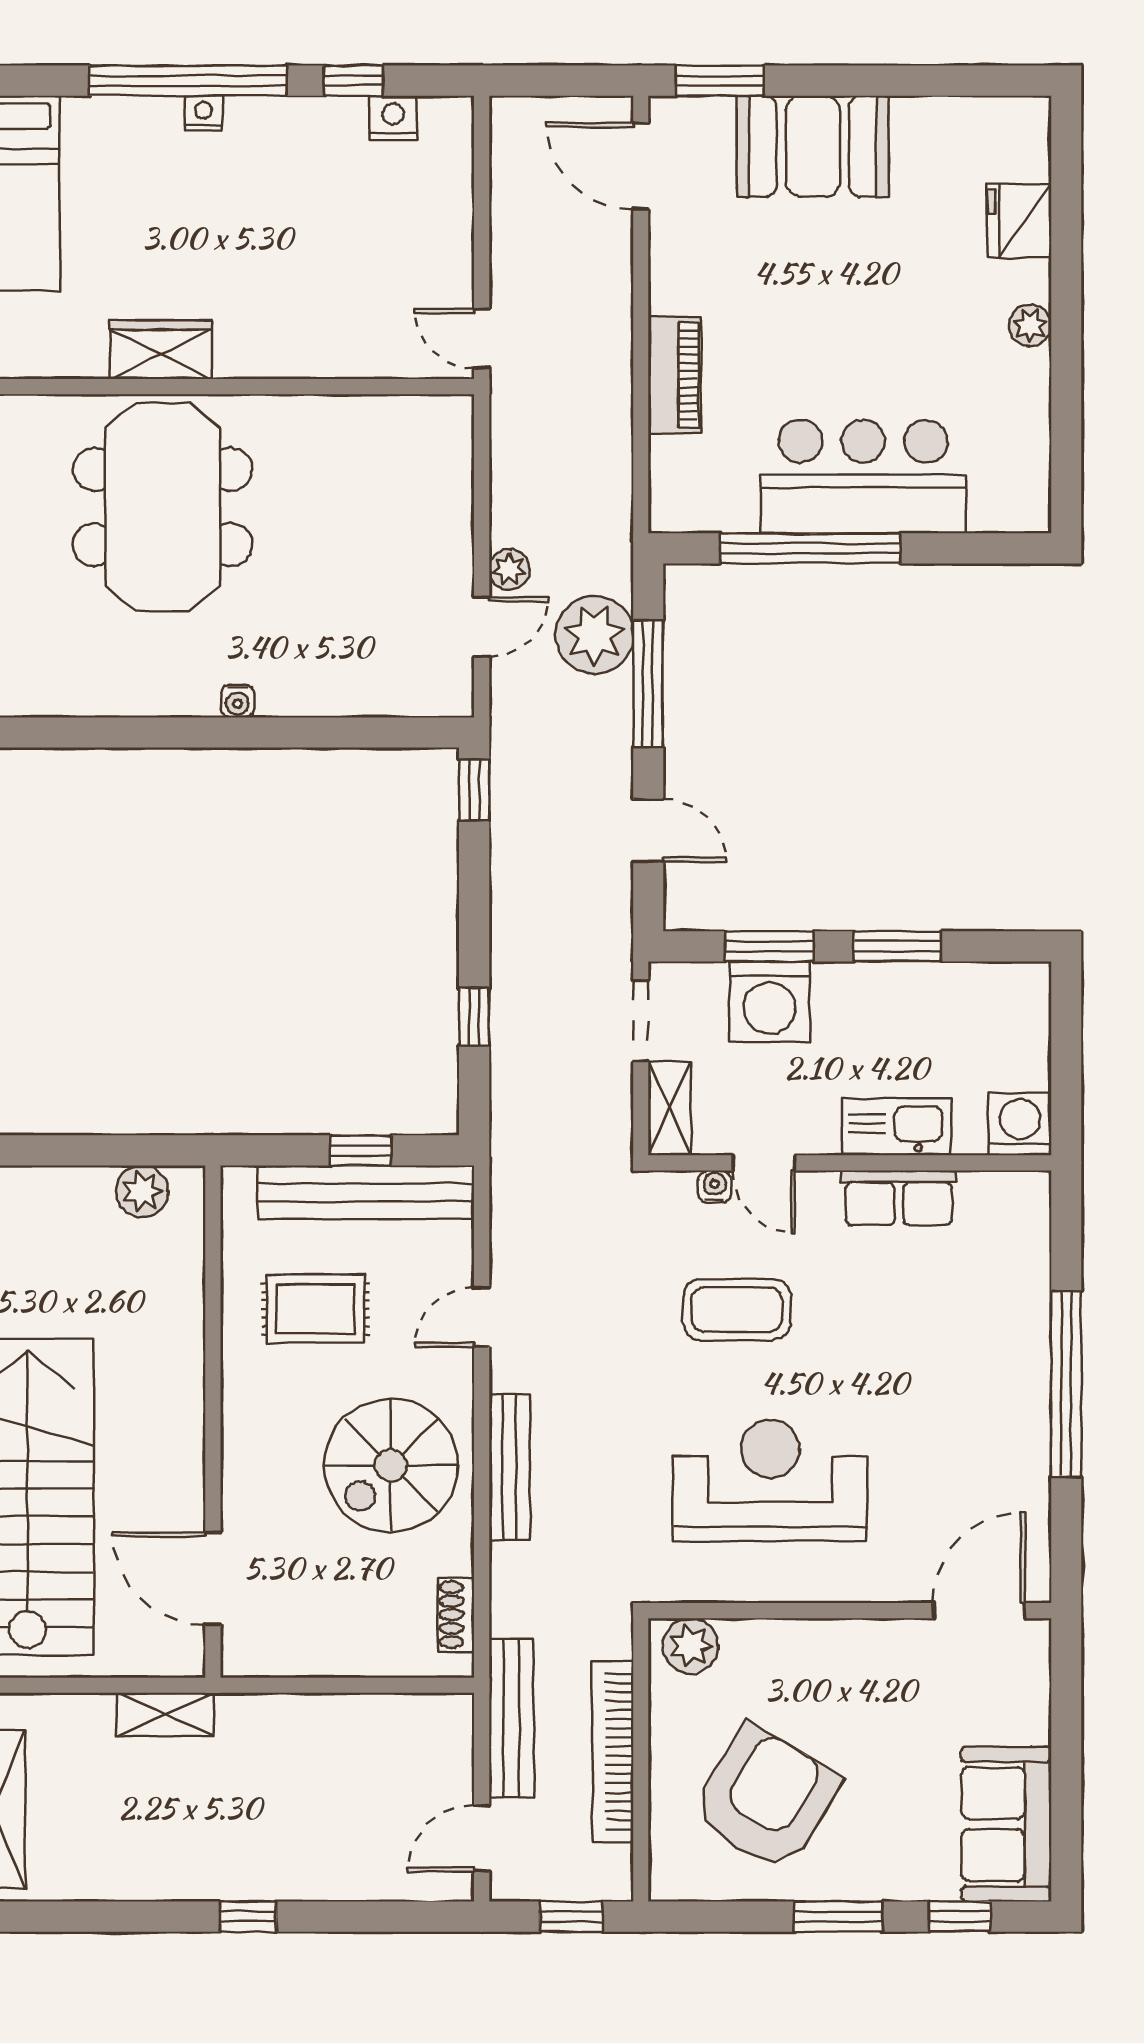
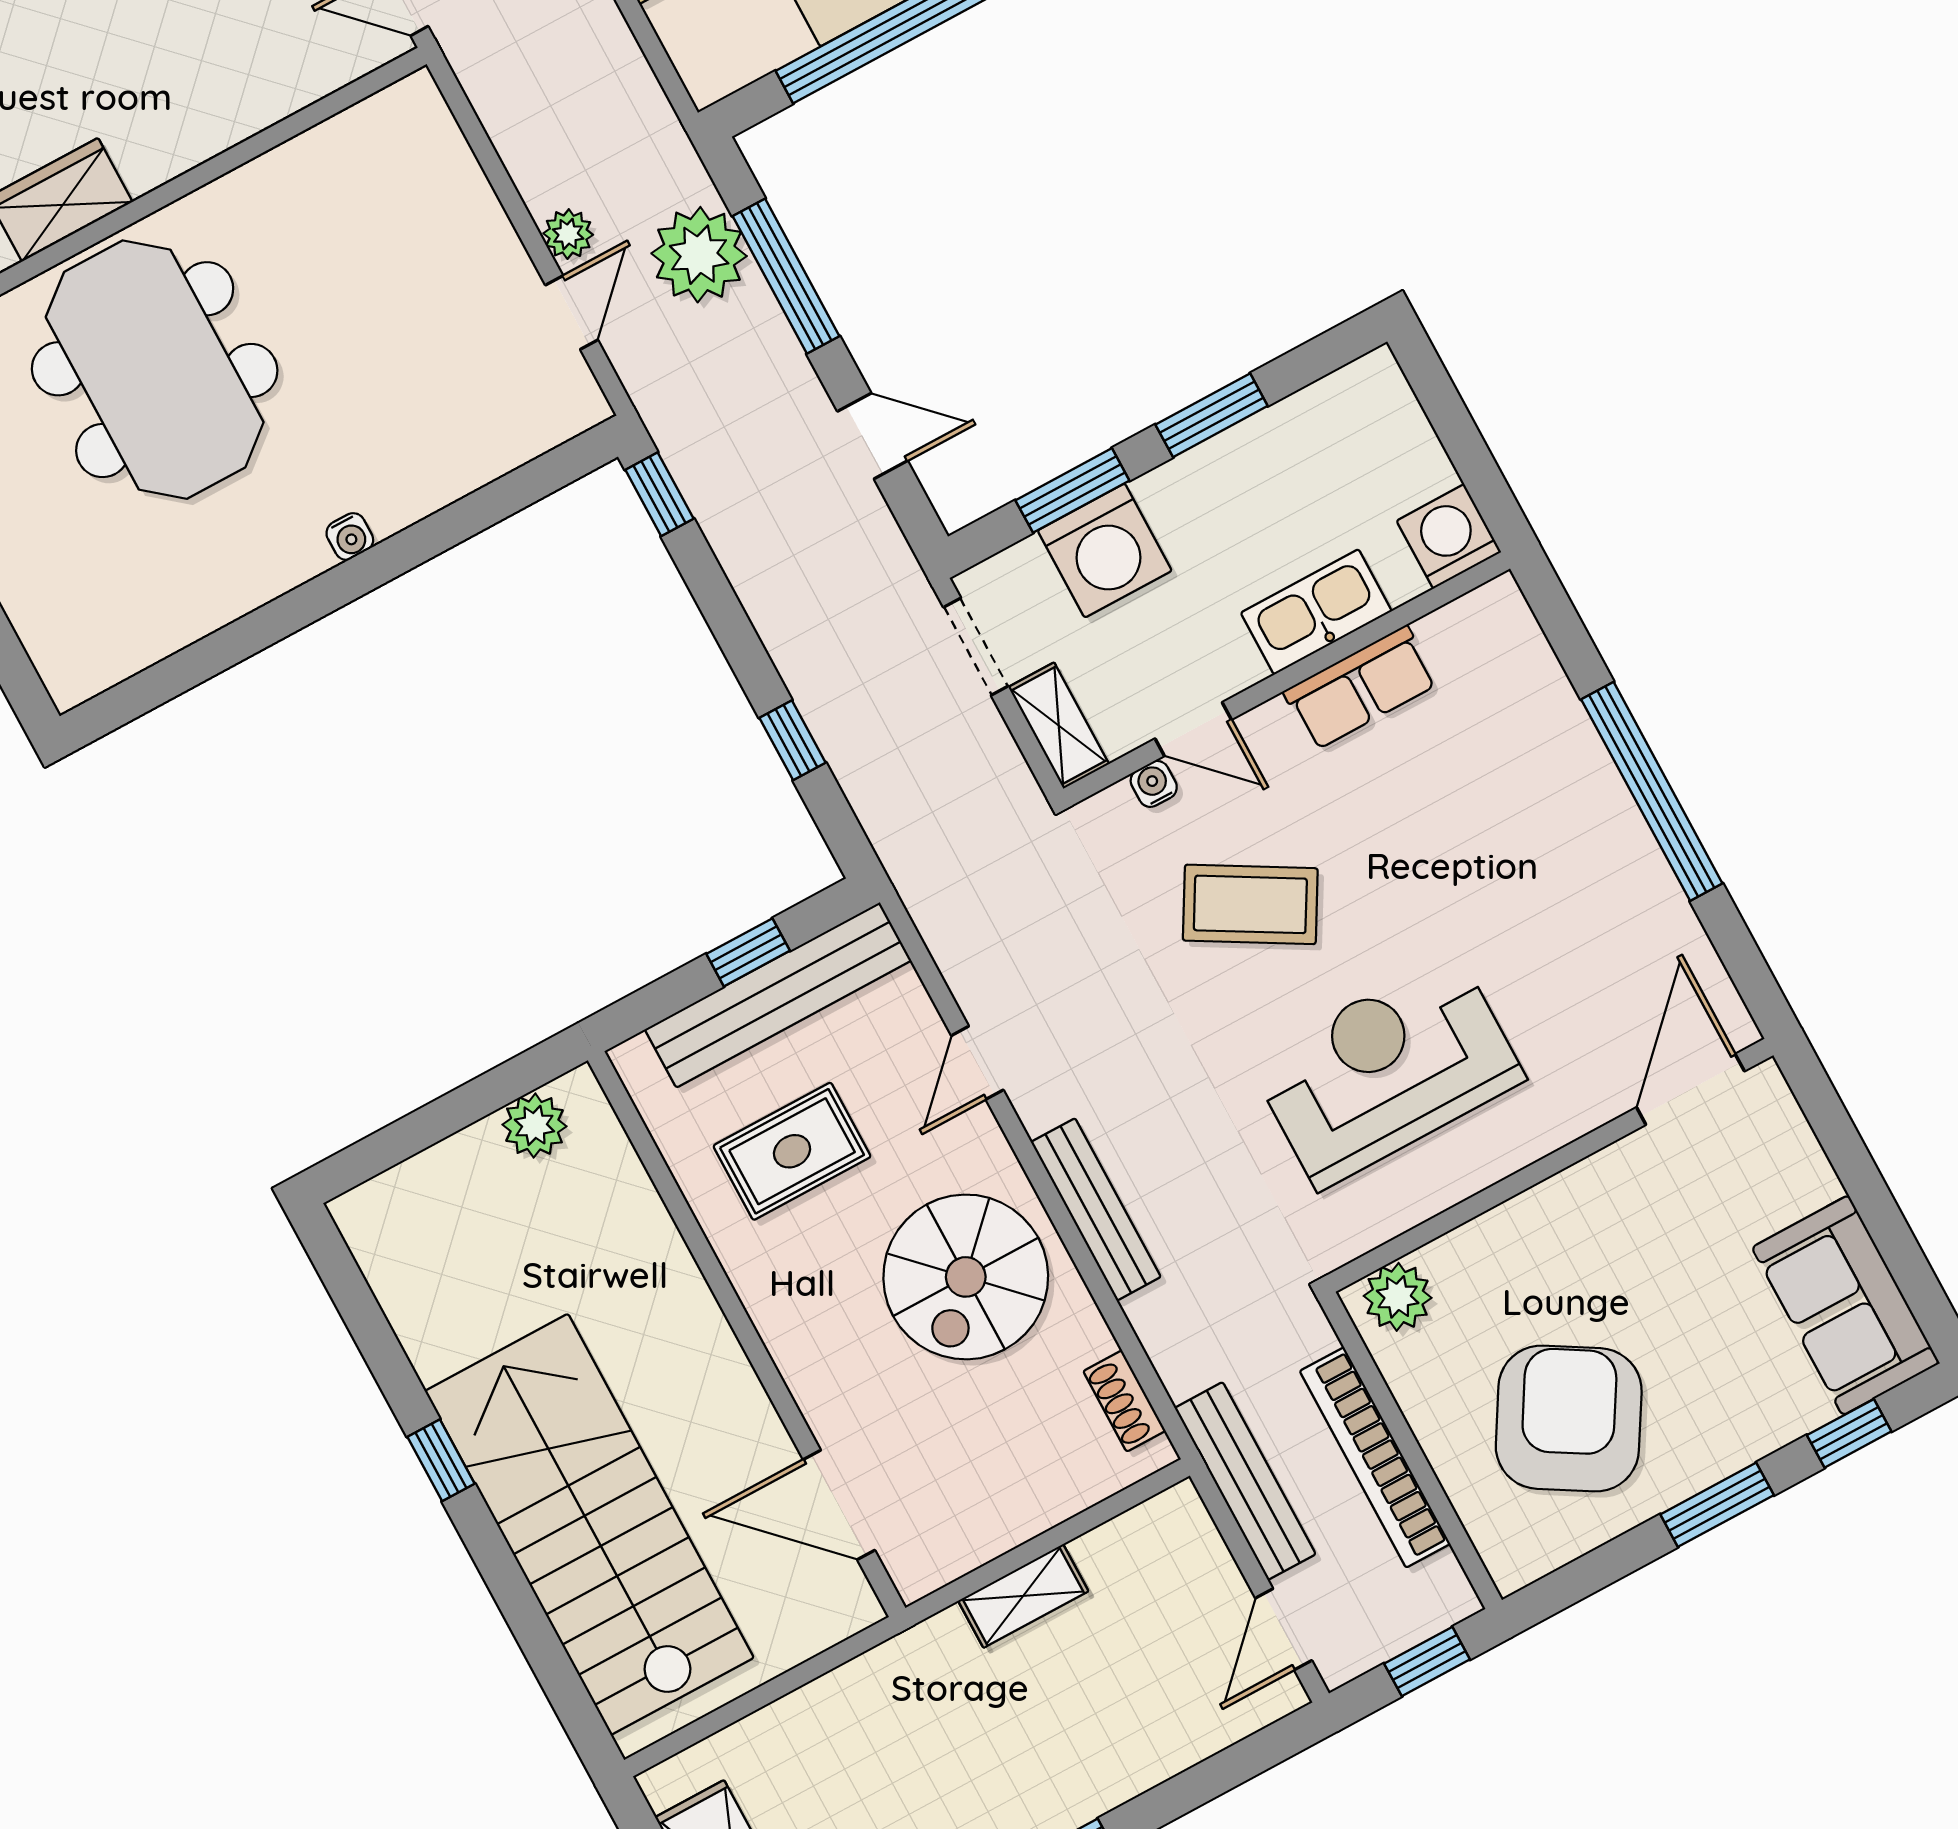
coffee table: (737, 1310) -> (1250, 904), turned 30
shelving: (165, 1715) -> (1023, 1596), moved

